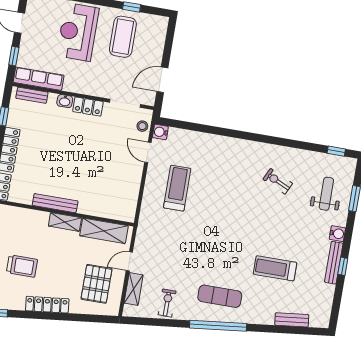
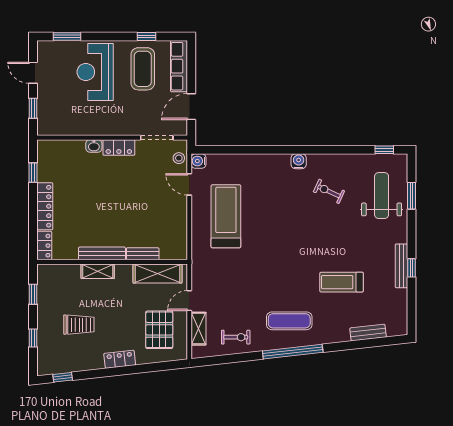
row of seats: (39, 79) -> (179, 66), moved, turned -90
bench: (32, 95) -> (143, 254), moved
treadmill: (177, 188) -> (226, 216), width x1.37, depth x1.38
weight bench: (326, 194) -> (382, 196), width x1.36, depth x1.33
shelving: (65, 222) -> (98, 271), moved
water cooler: (337, 234) -> (299, 161), moved, turned -90
exercise bike: (167, 303) -> (236, 337), turned 90
locker: (47, 305) -> (120, 359), width x0.66

